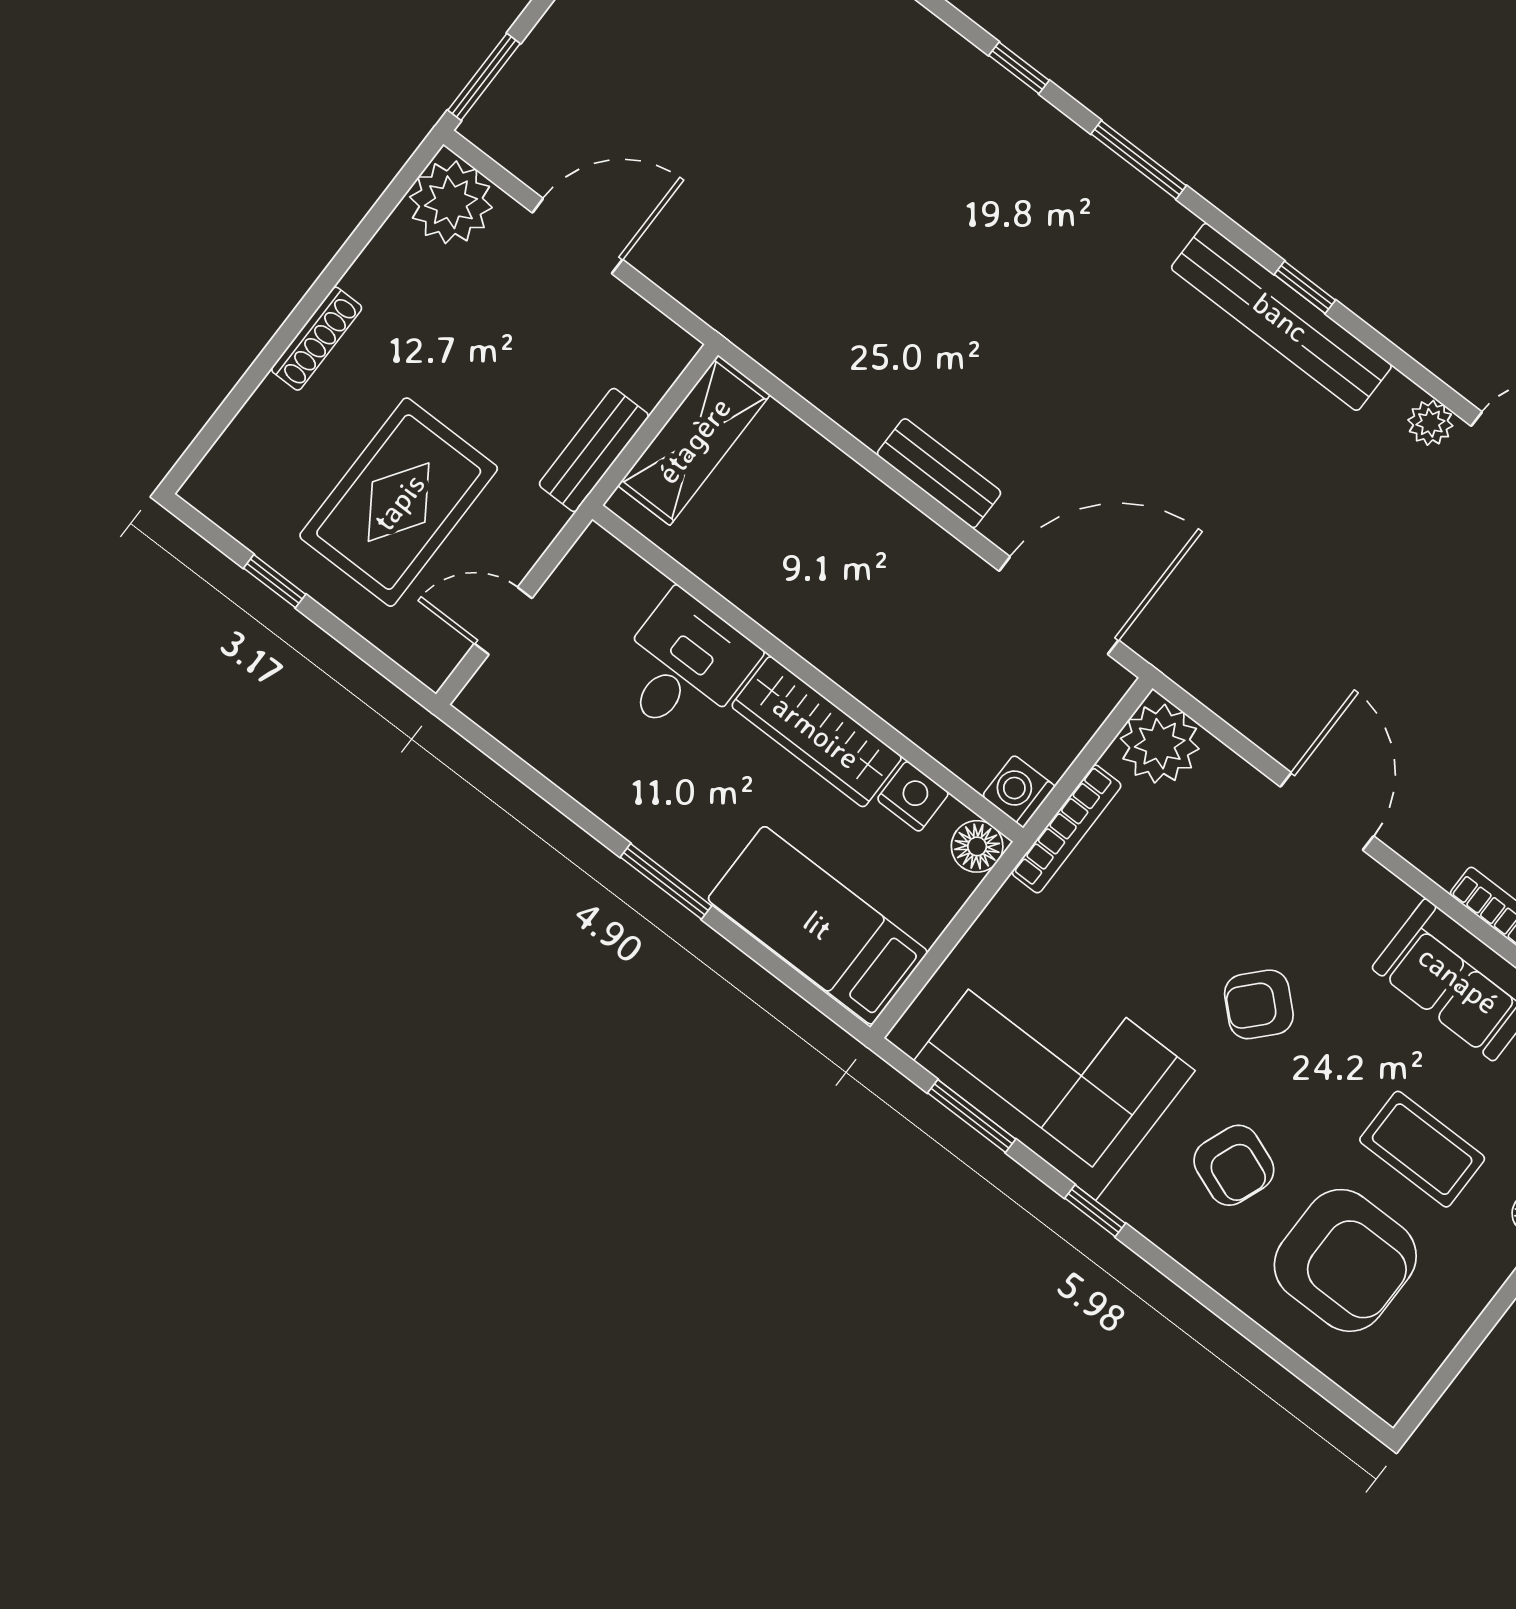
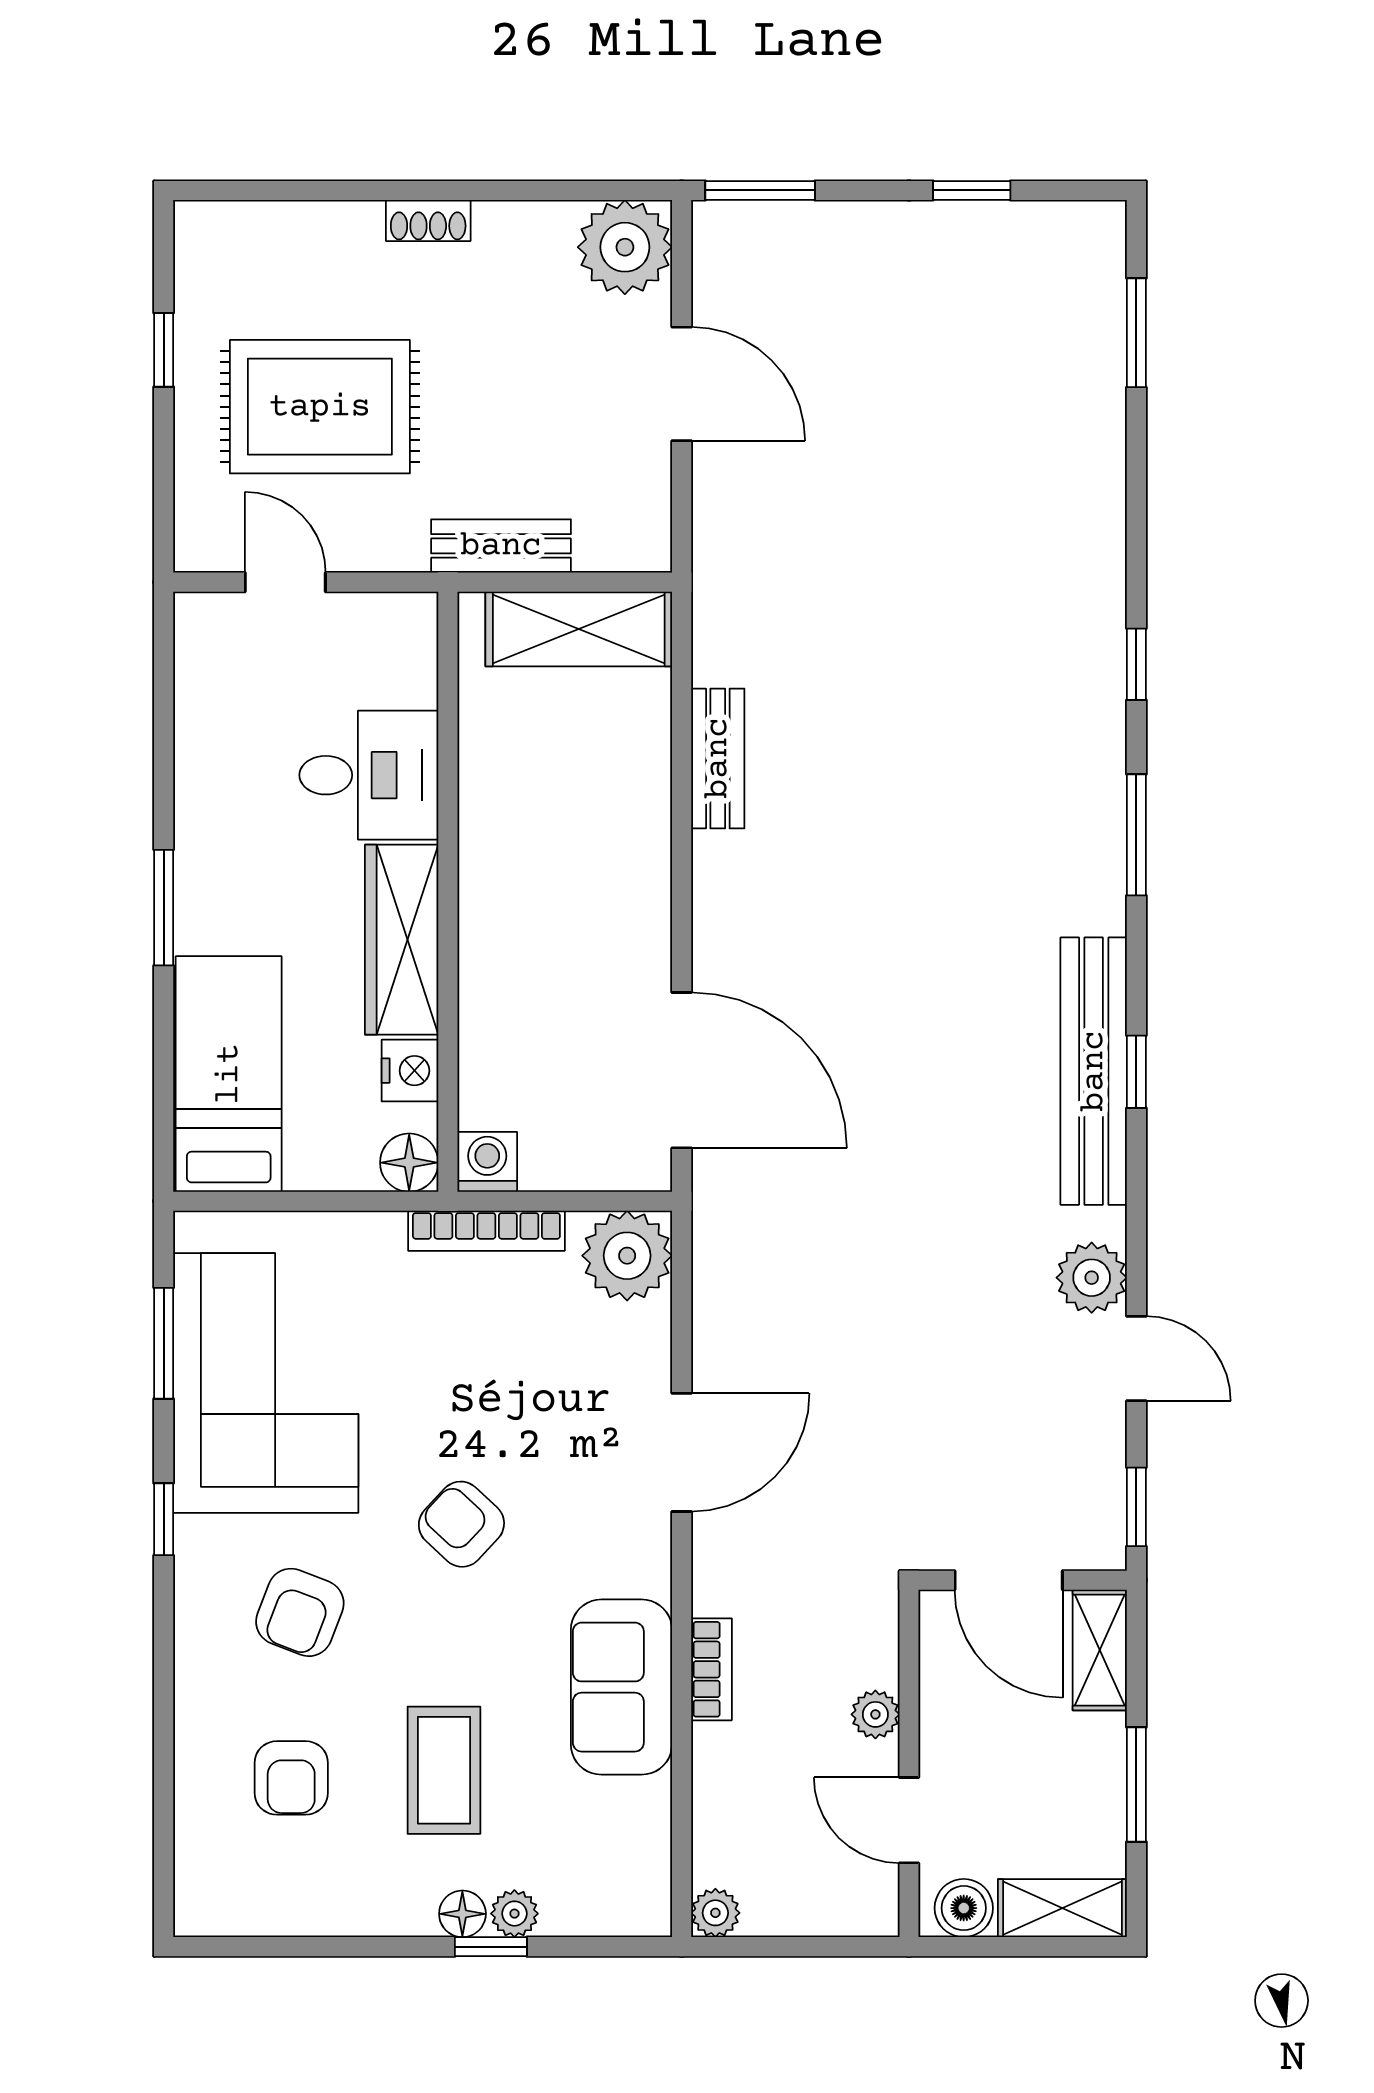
shoe rack: (317, 339) -> (428, 221), width x0.70
plant: (1430, 423) -> (1092, 1278), width x1.38, depth x1.38
bench: (939, 473) -> (718, 758), moved
armchair: (1345, 1260) -> (291, 1778), width x0.53, depth x0.53

